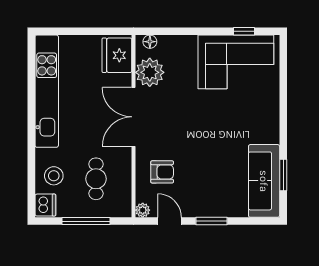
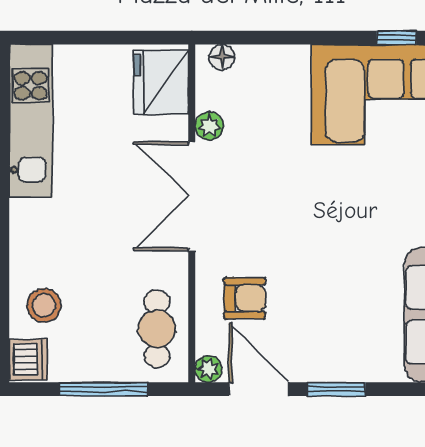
plant: (150, 72) -> (209, 126), width x0.53, depth x0.53
kitchen unit: (47, 91) -> (31, 121), width x0.73
cafe table: (96, 179) -> (157, 329), moved
door: (170, 221) -> (259, 389), width x1.38

